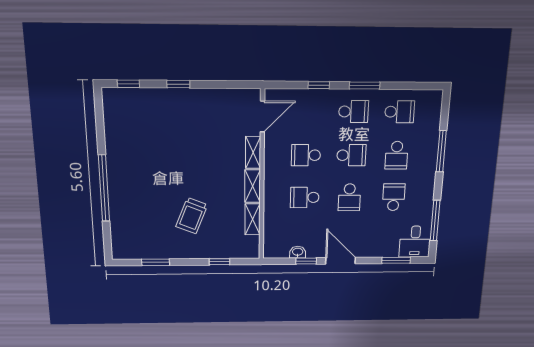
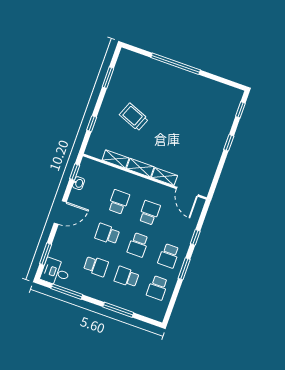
window: (306, 261) -> (75, 172), moved

